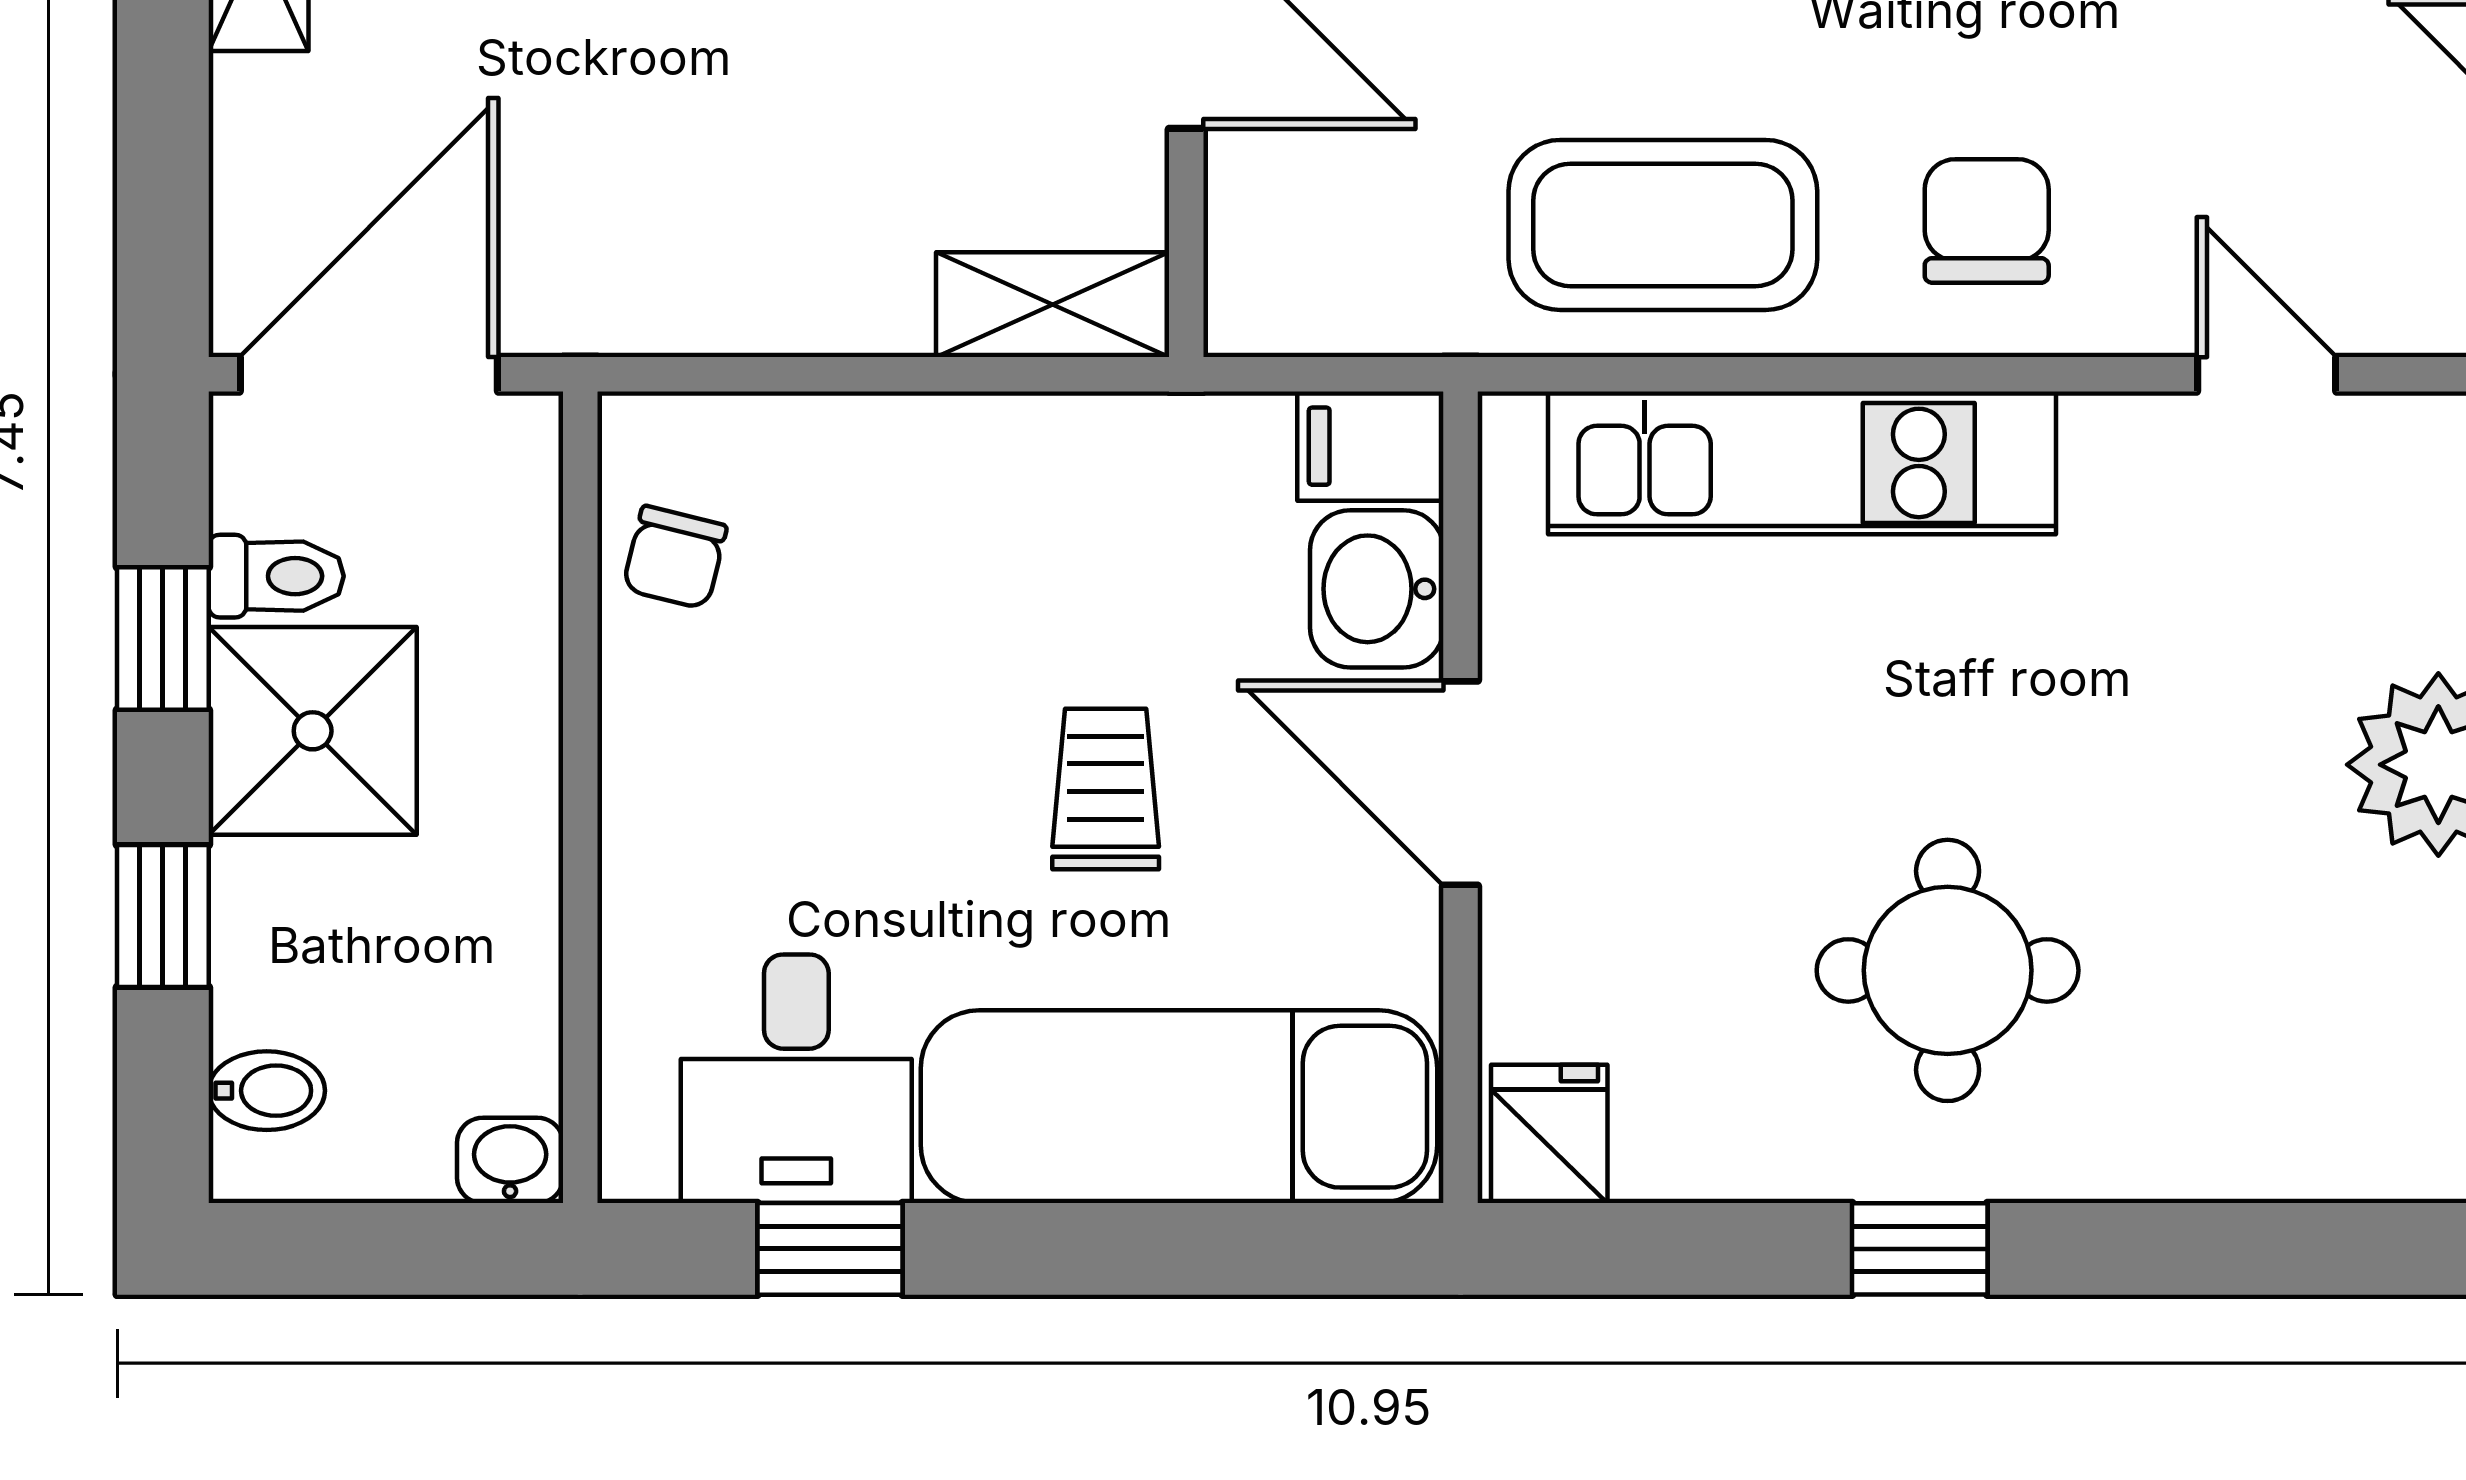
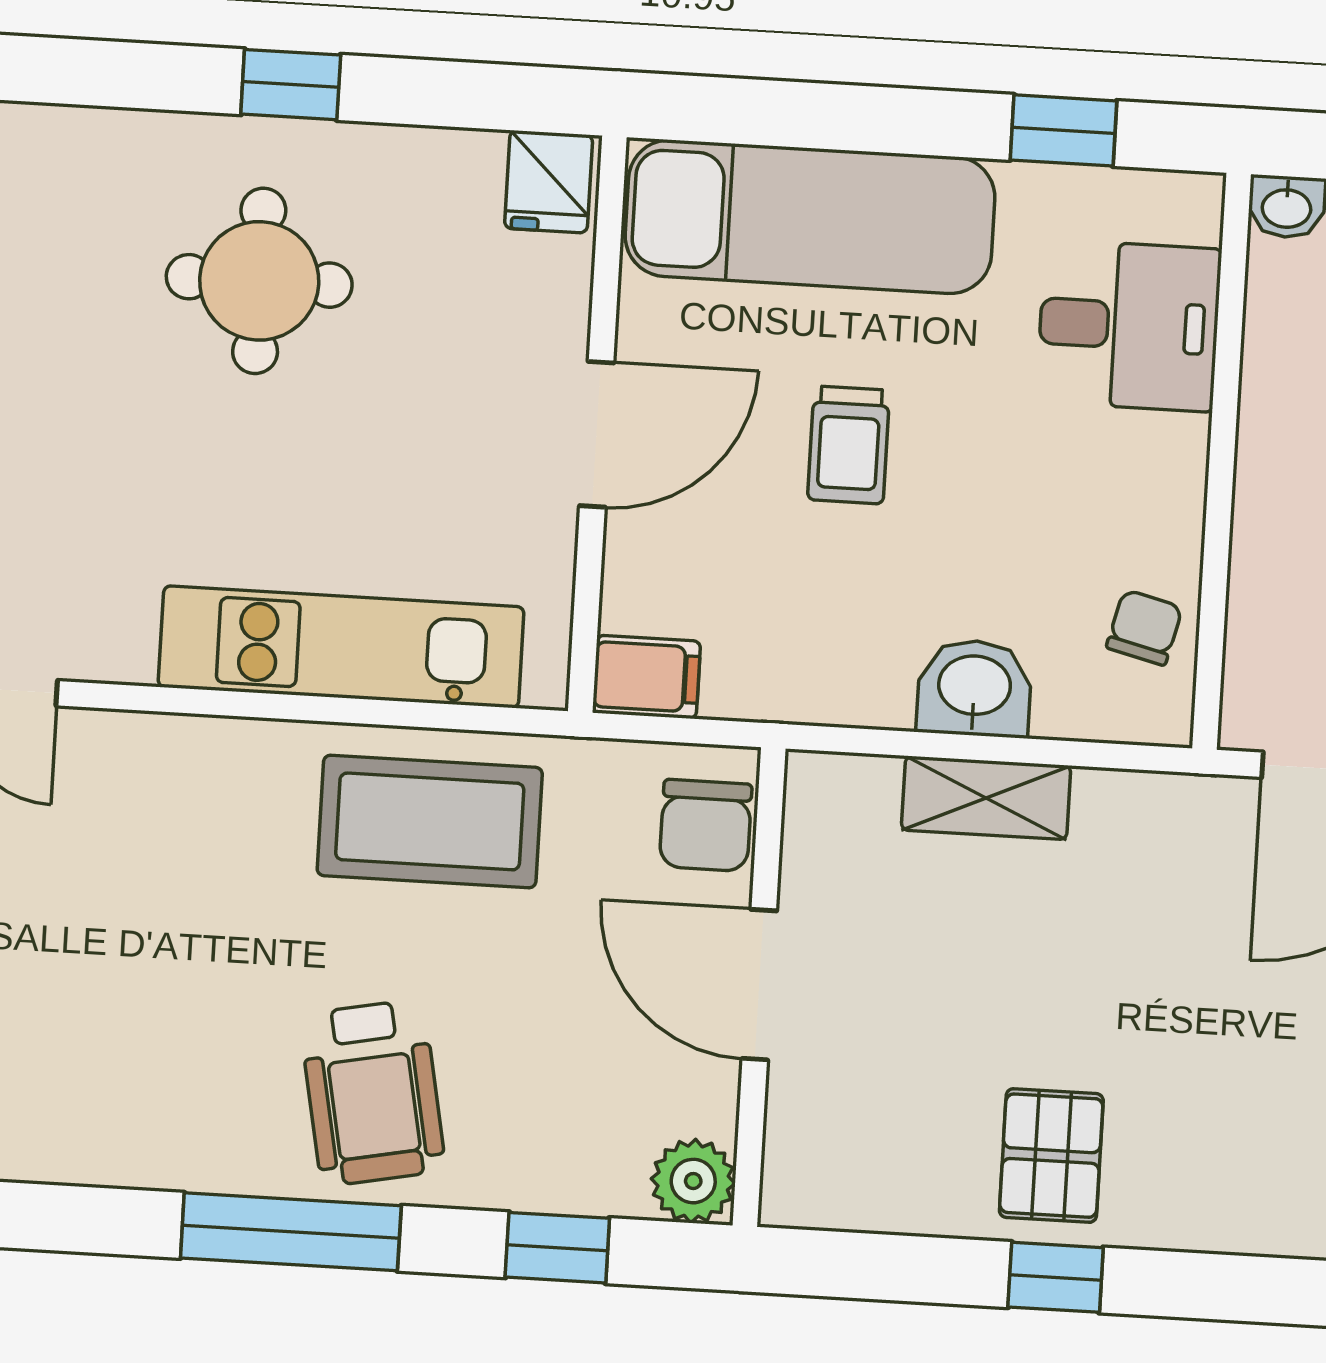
chair: (1987, 221) -> (706, 825), moved
shelving: (1053, 305) -> (986, 798), moved
washbasin: (1377, 589) -> (974, 688), moved, turned -90
door: (1461, 783) -> (597, 434), hinge flipped
desk: (796, 1079) -> (1129, 326), moved, turned 90

